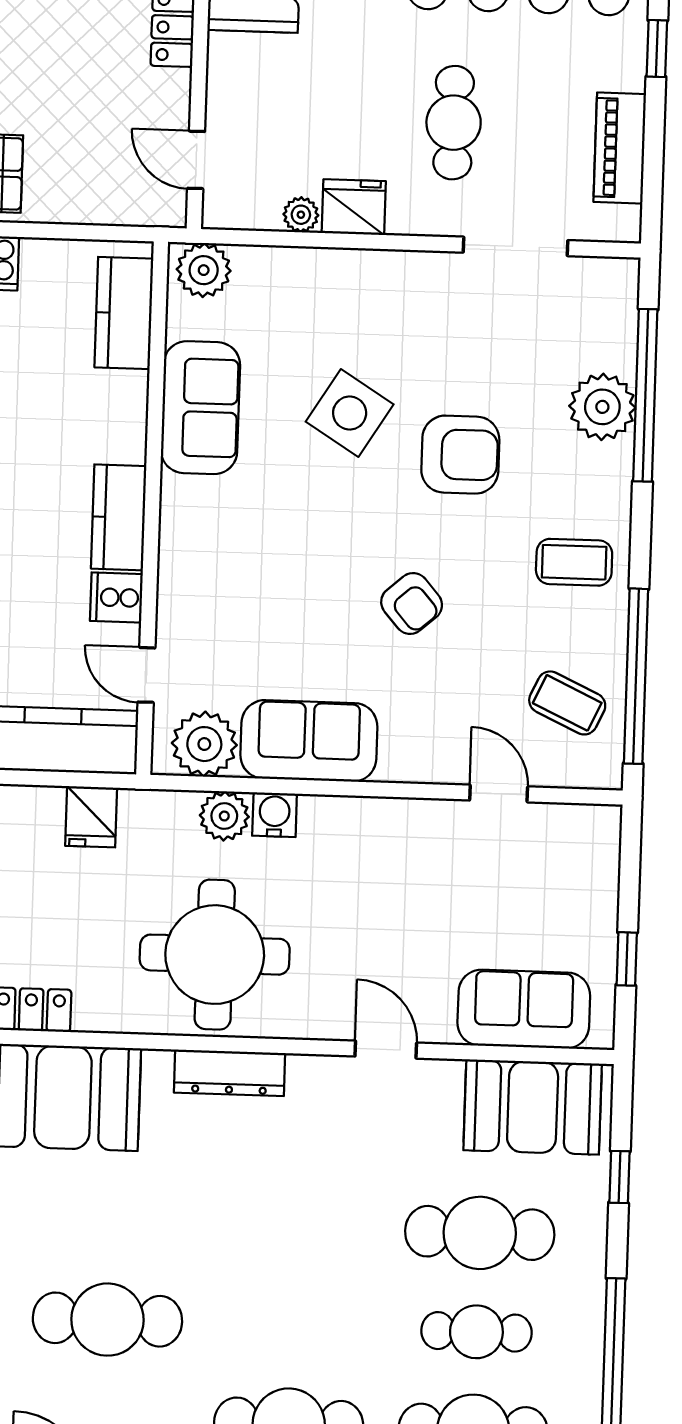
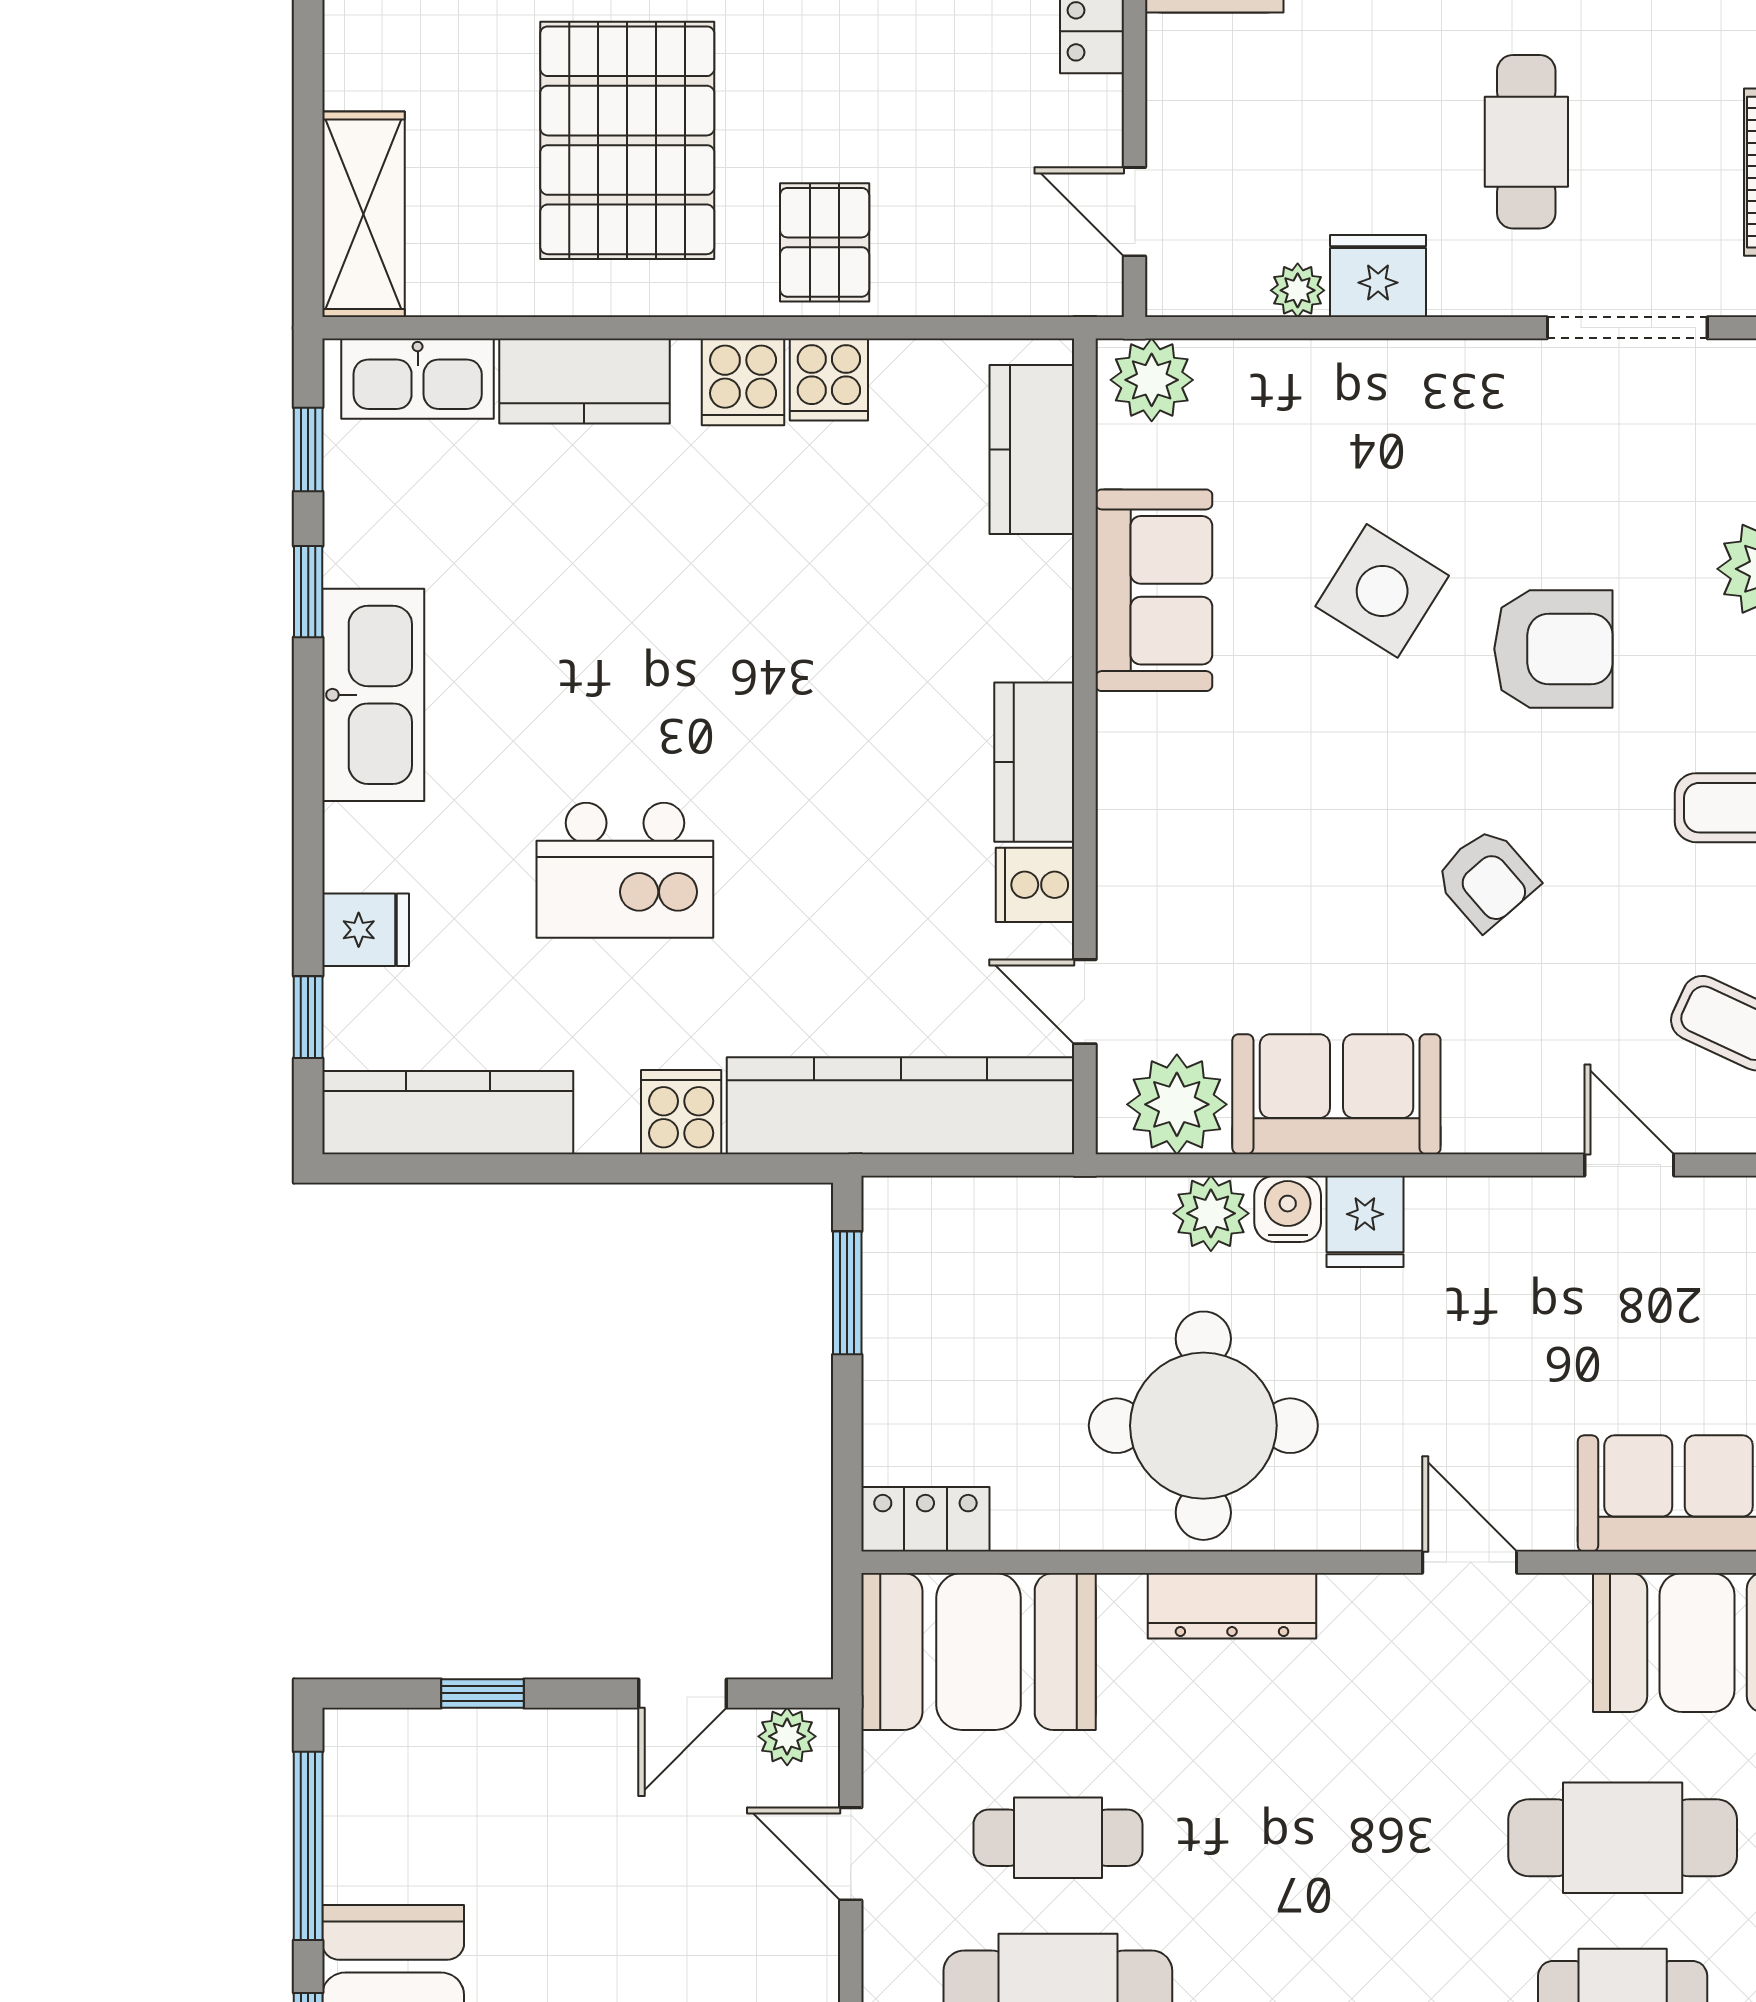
fridge: (91, 817) -> (1365, 1221), moved
cafe table: (111, 1221) -> (1058, 1838), added

